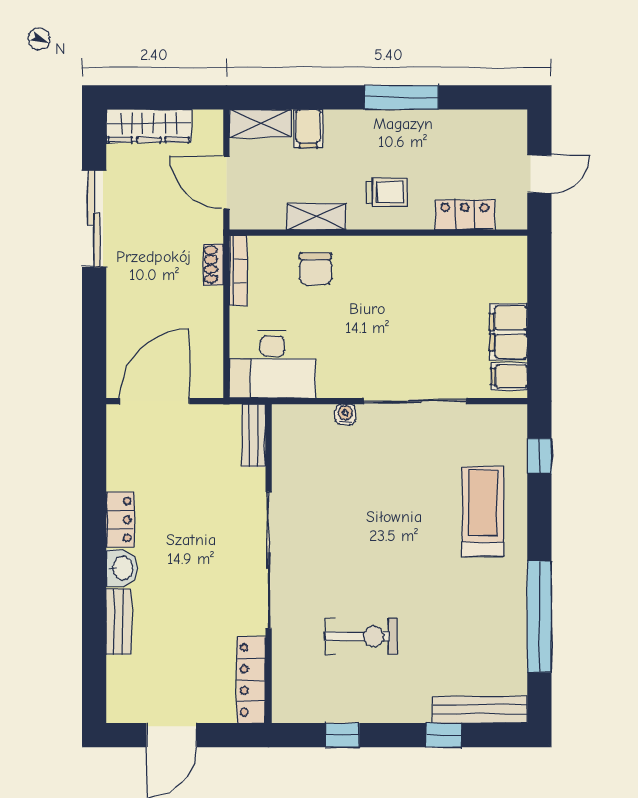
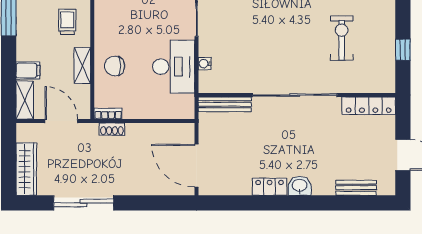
door: (226, 183) -> (61, 121), swing flipped
chair: (316, 269) -> (115, 66), turned 180
bookcase: (238, 271) -> (108, 114), width x0.64
desk: (273, 364) -> (174, 67), moved
water cooler: (345, 414) -> (205, 64), moved
bench: (254, 436) -> (225, 104), width x1.36
bench: (119, 622) -> (356, 188), moved

